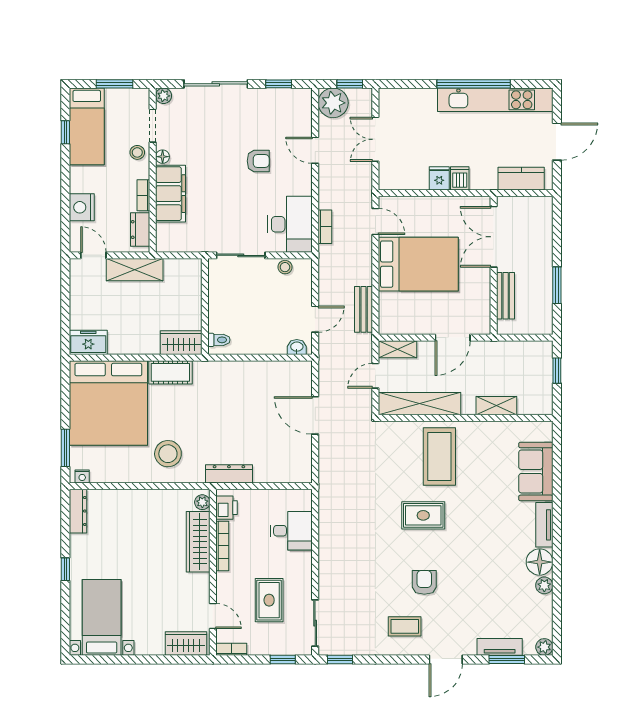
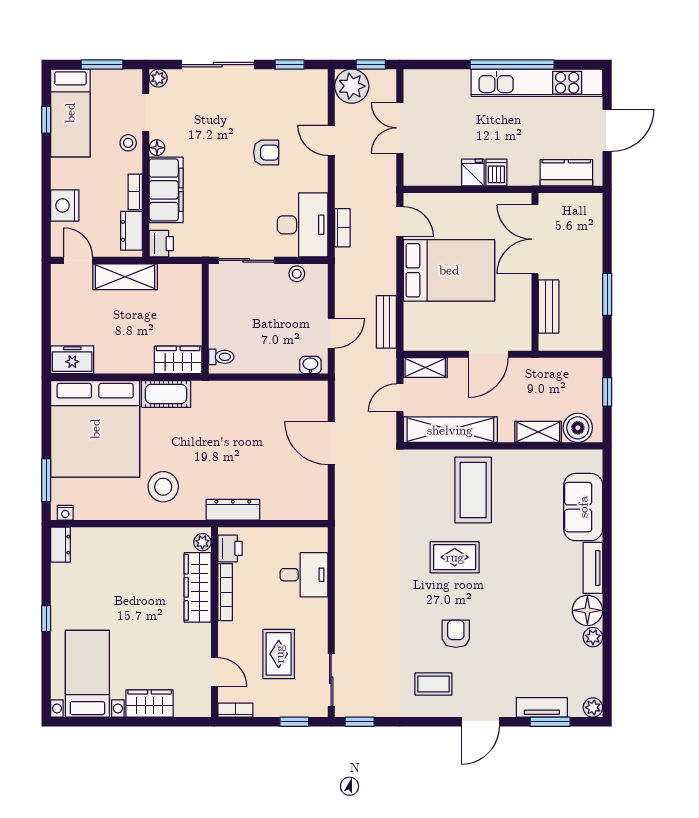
printer: (166, 241) -> (161, 244), added
boiler: (531, 402) -> (578, 428), added
dresser: (78, 511) -> (61, 545), width x0.70
wardrobe: (186, 644) -> (150, 703), moved

